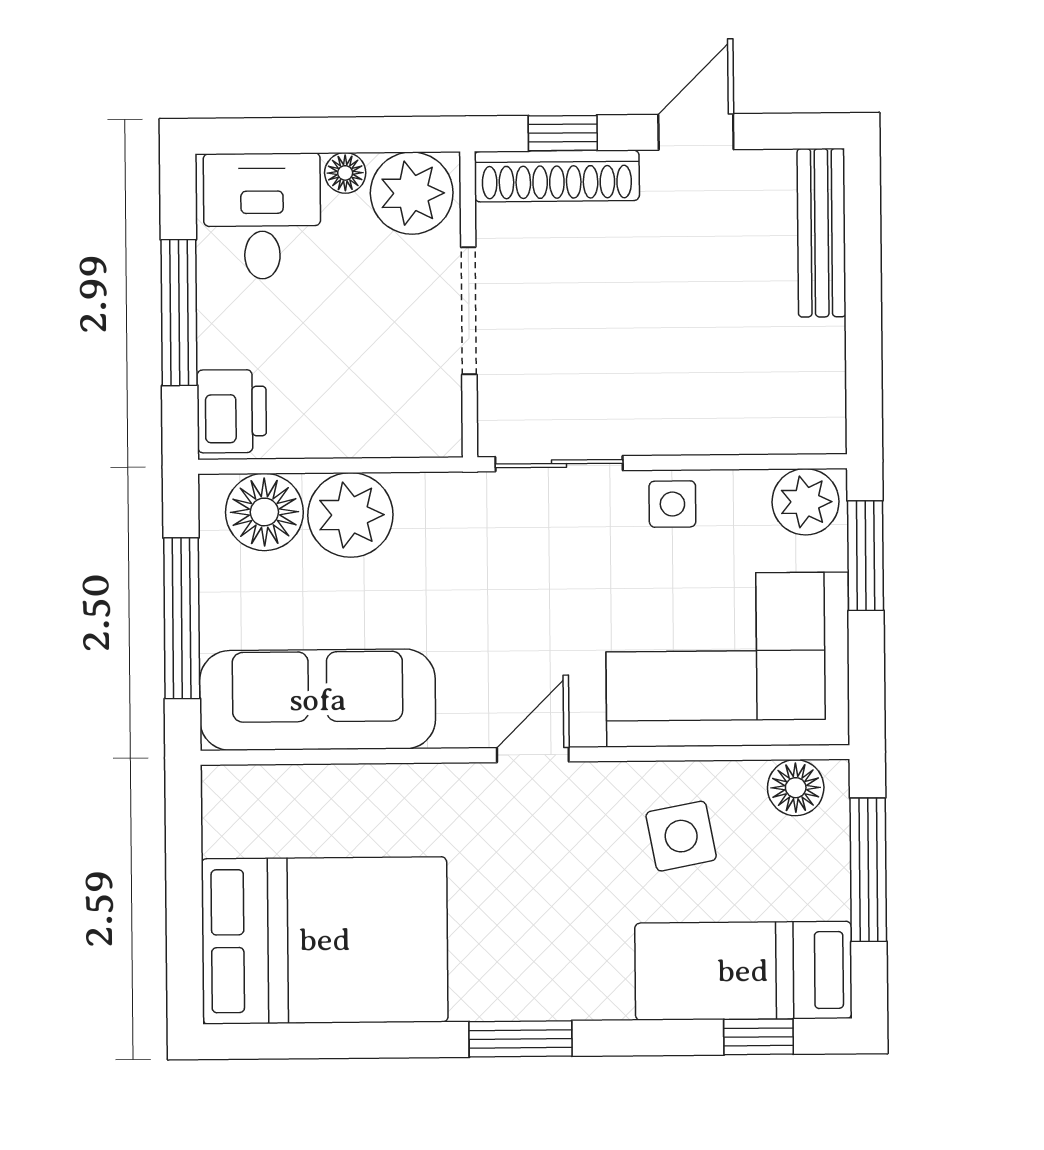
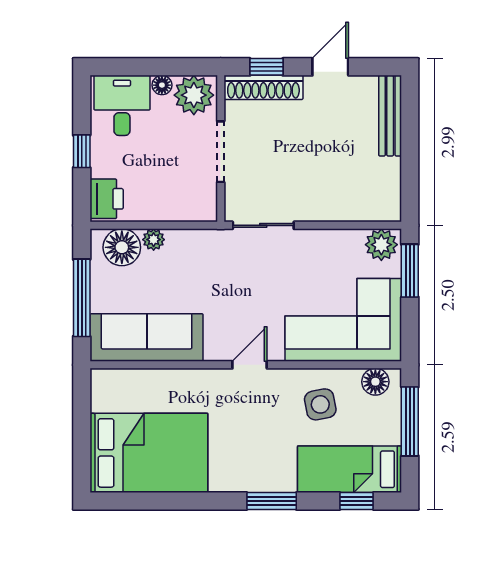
window: (179, 313) -> (82, 151), width x0.46
side table: (672, 504) -> (318, 245), removed
plant: (350, 515) -> (154, 240), width x0.53, depth x0.53
window: (521, 1039) -> (272, 501), moved

